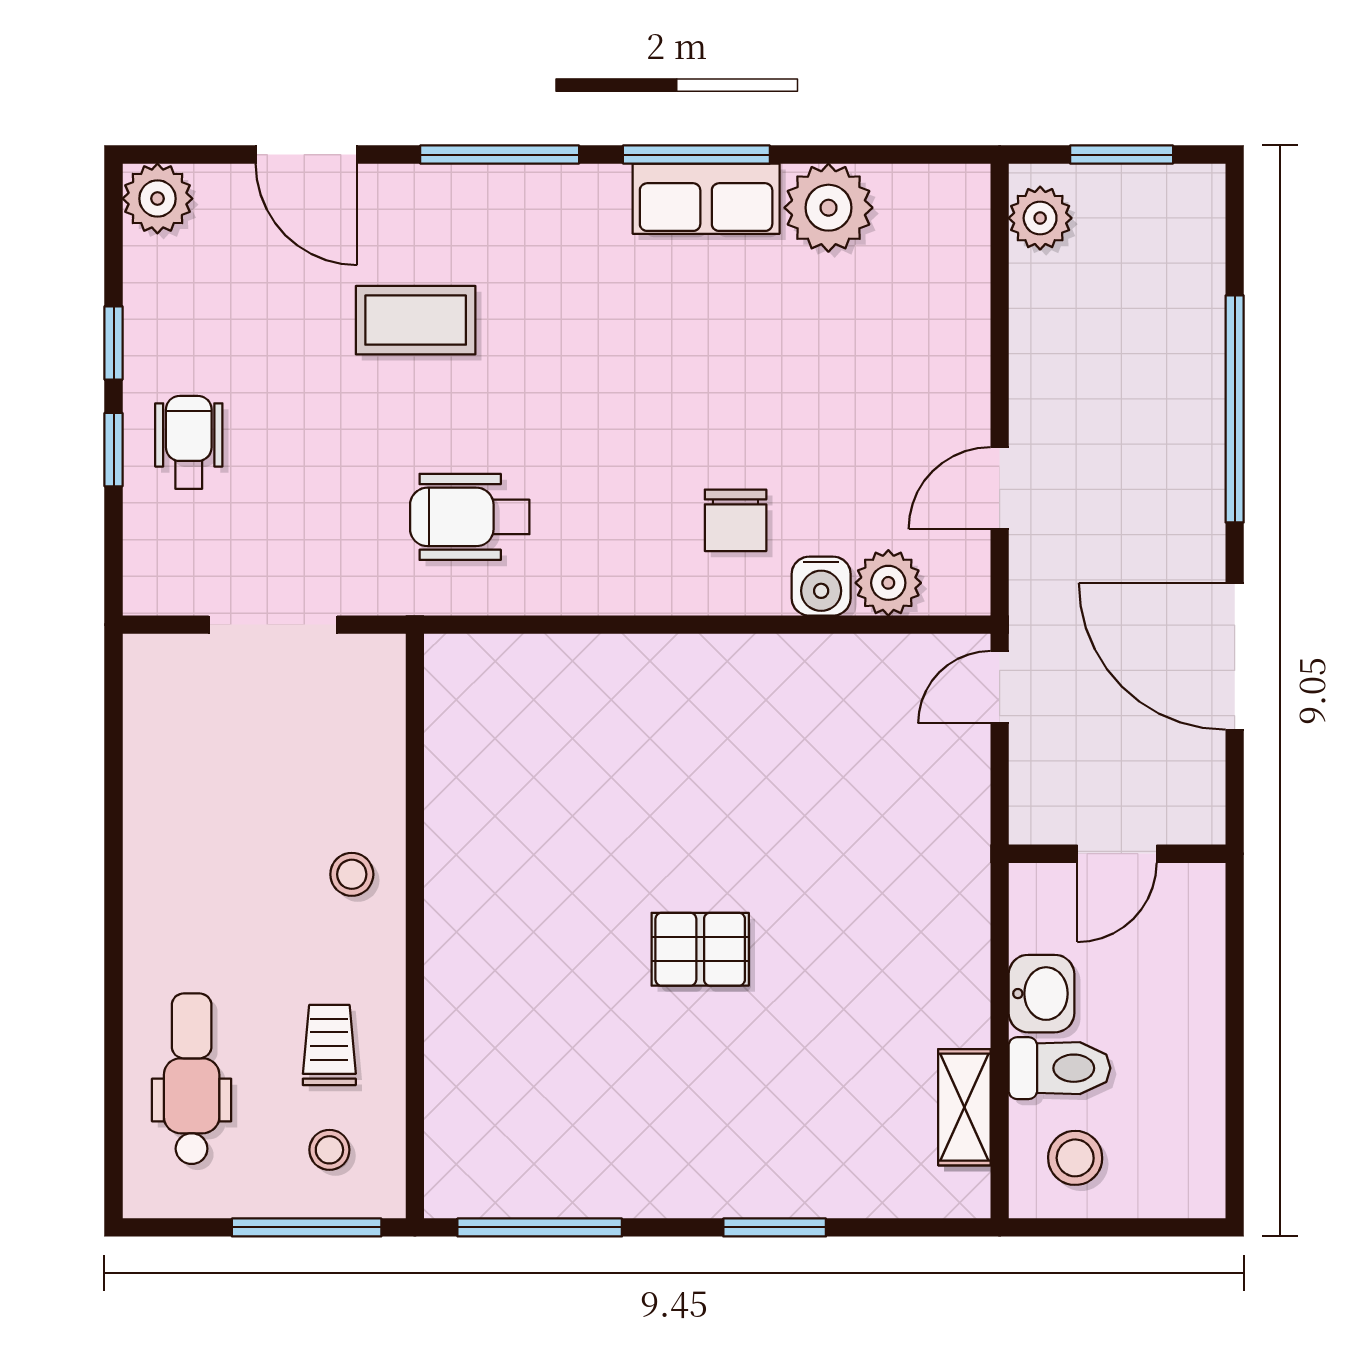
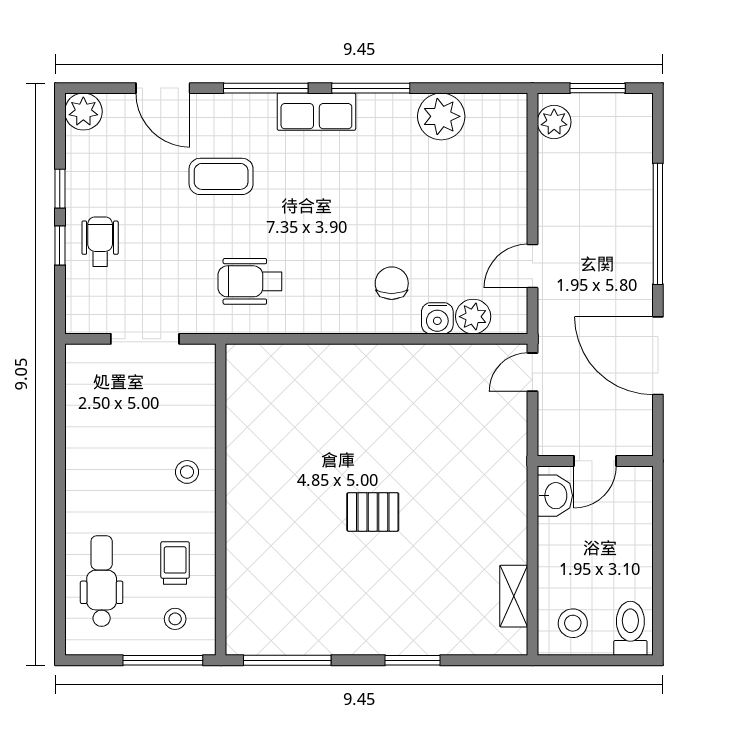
row of seats: (706, 199) -> (316, 112), moved
chair: (736, 520) -> (392, 283), turned 180
washbasin: (1041, 994) -> (555, 496), moved
toilet: (1060, 1068) -> (630, 628), moved, turned -90

